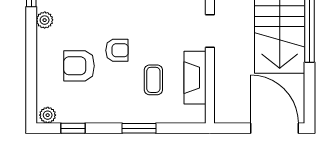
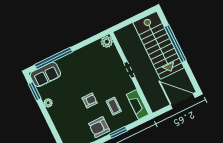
armchair: (79, 66) -> (99, 127), moved
fireplace: (195, 78) -> (138, 105), moved

